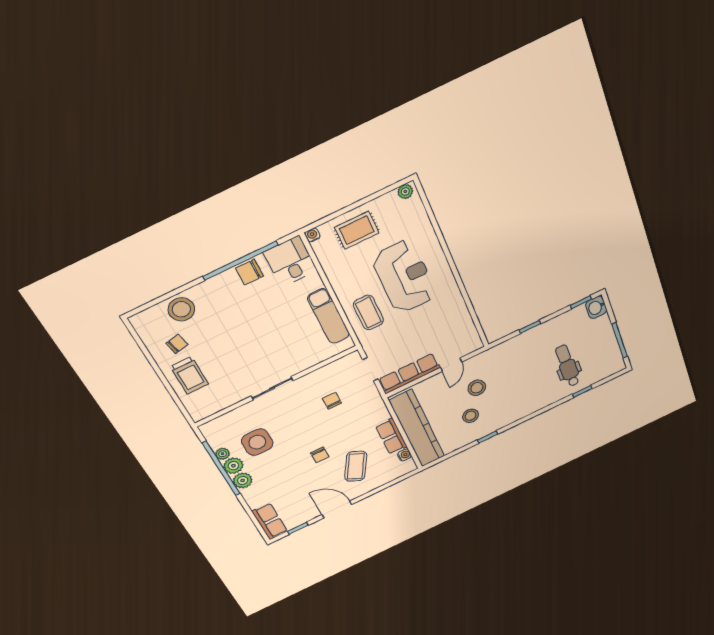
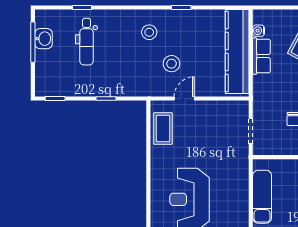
washbasin: (596, 307) -> (43, 39), moved
coffee table: (368, 313) -> (163, 128), moved
row of seats: (409, 374) -> (222, 109), removed
stool: (471, 416) -> (149, 32), moved

